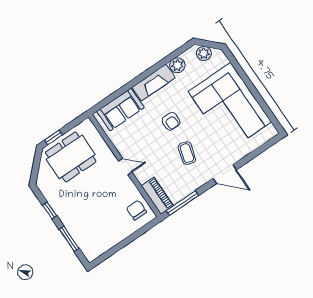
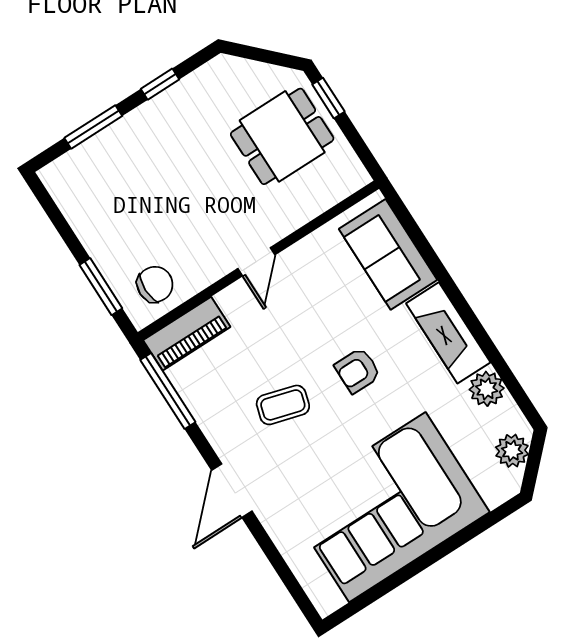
dining table: (71, 157) -> (282, 136), width x0.73
window: (138, 233) -> (101, 287), added

